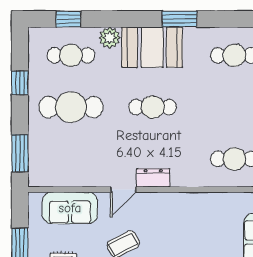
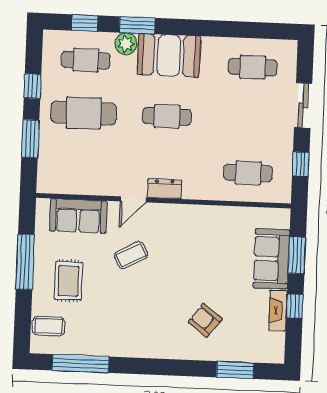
window: (179, 19) -> (137, 25), moved
window: (20, 153) -> (30, 139), moved

